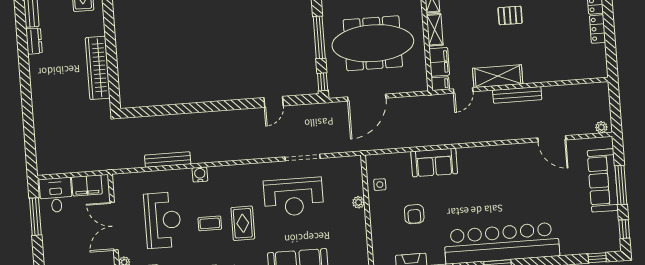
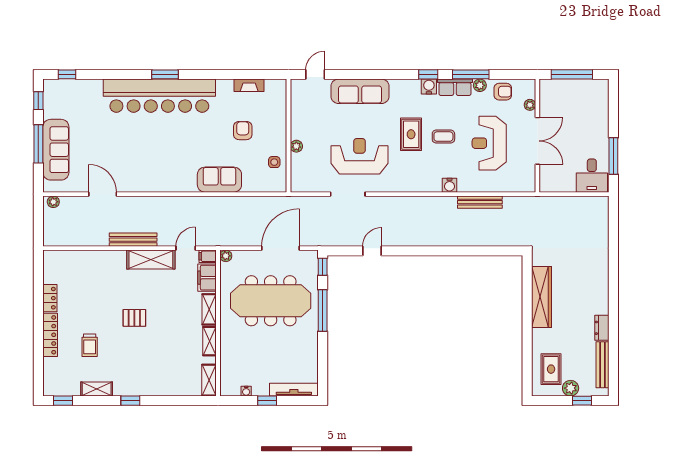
plant: (422, 86) -> (226, 256), added
filing cabinet: (87, 185) -> (561, 183), removed

